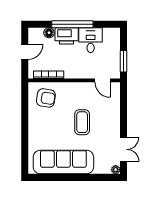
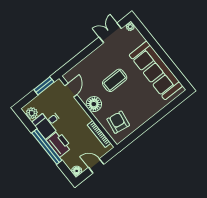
floor lamp: (49, 33) -> (77, 171), moved
plant: (109, 34) -> (32, 113), added
floor lamp: (76, 90) -> (94, 104), added

